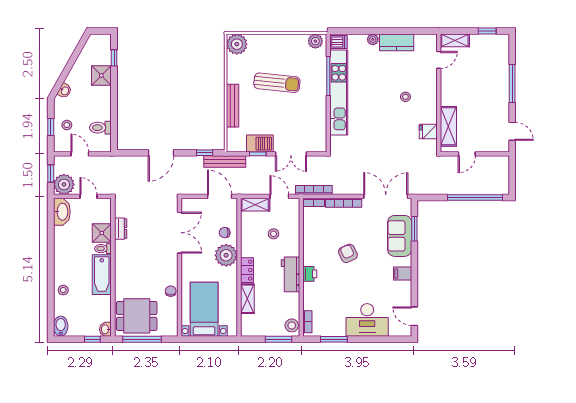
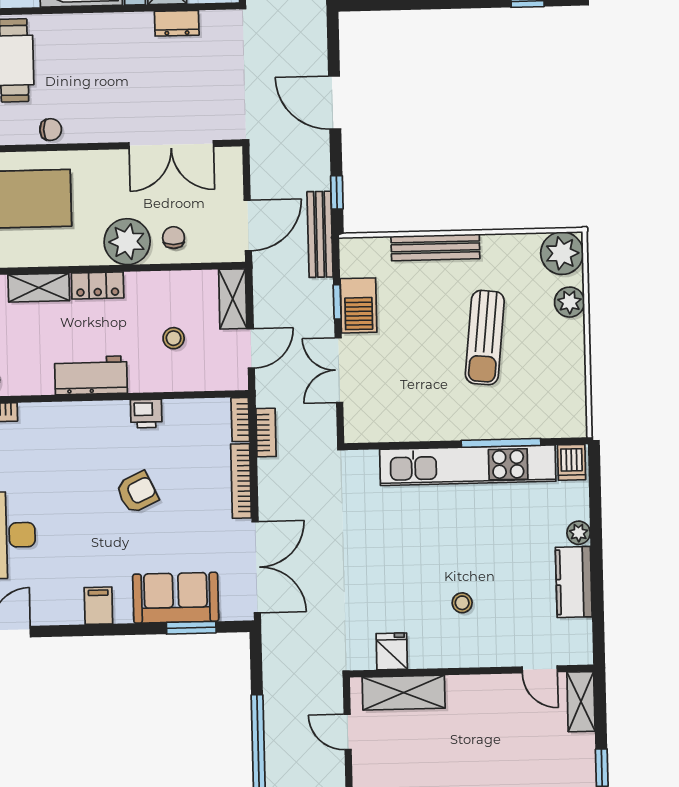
plant: (315, 41) -> (570, 302), moved
bookcase: (314, 190) -> (266, 433), width x0.64
printer: (310, 274) -> (146, 414), moved

